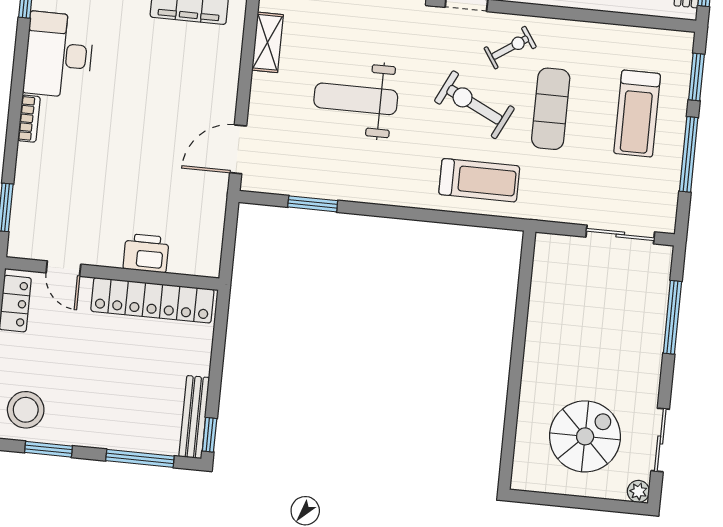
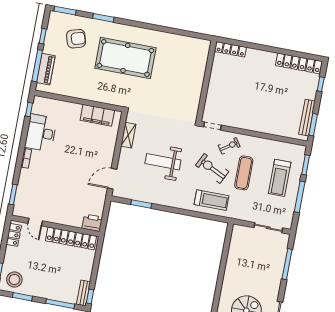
printer: (146, 253) -> (92, 223), moved
bench: (194, 417) -> (83, 293), width x0.73

